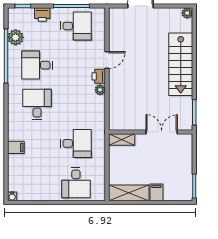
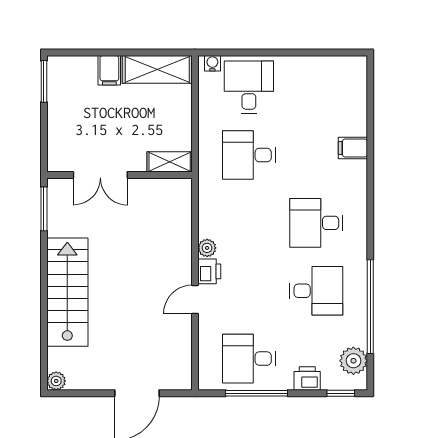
plant: (16, 37) -> (353, 361), moved
desk: (37, 104) -> (316, 223), turned 90
water cooler: (12, 196) -> (212, 63), moved

